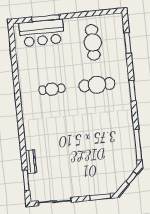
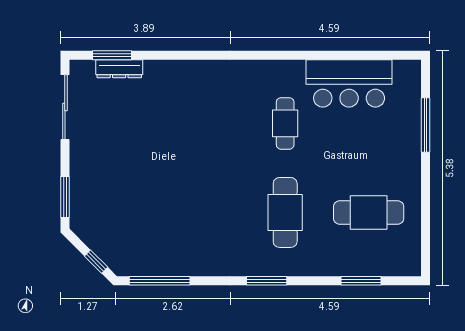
bar counter: (42, 33) -> (349, 83), moved, turned -90
dresser: (31, 162) -> (119, 69), moved

